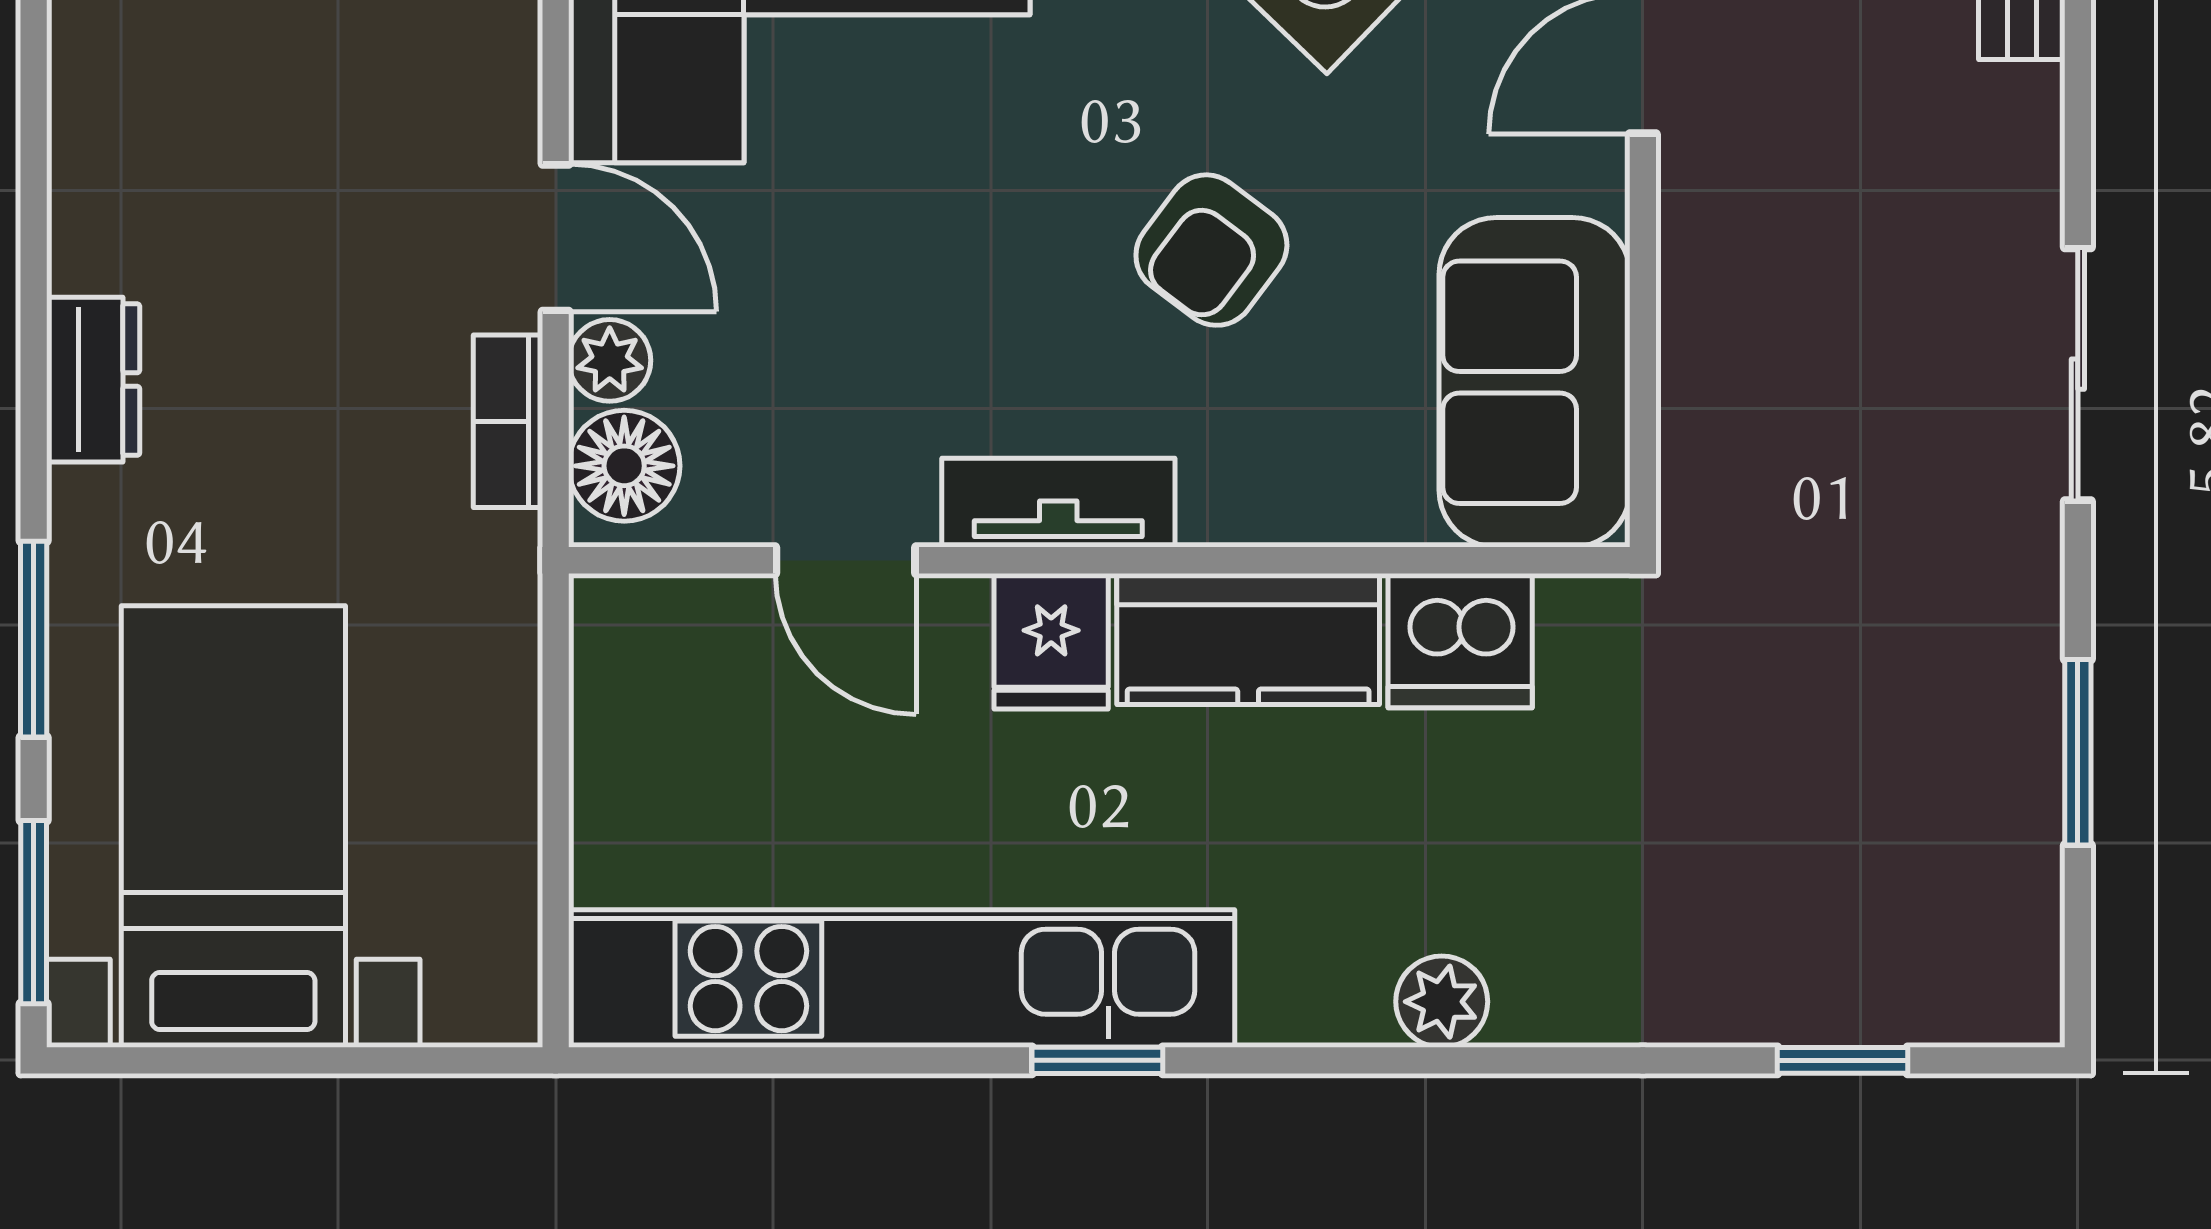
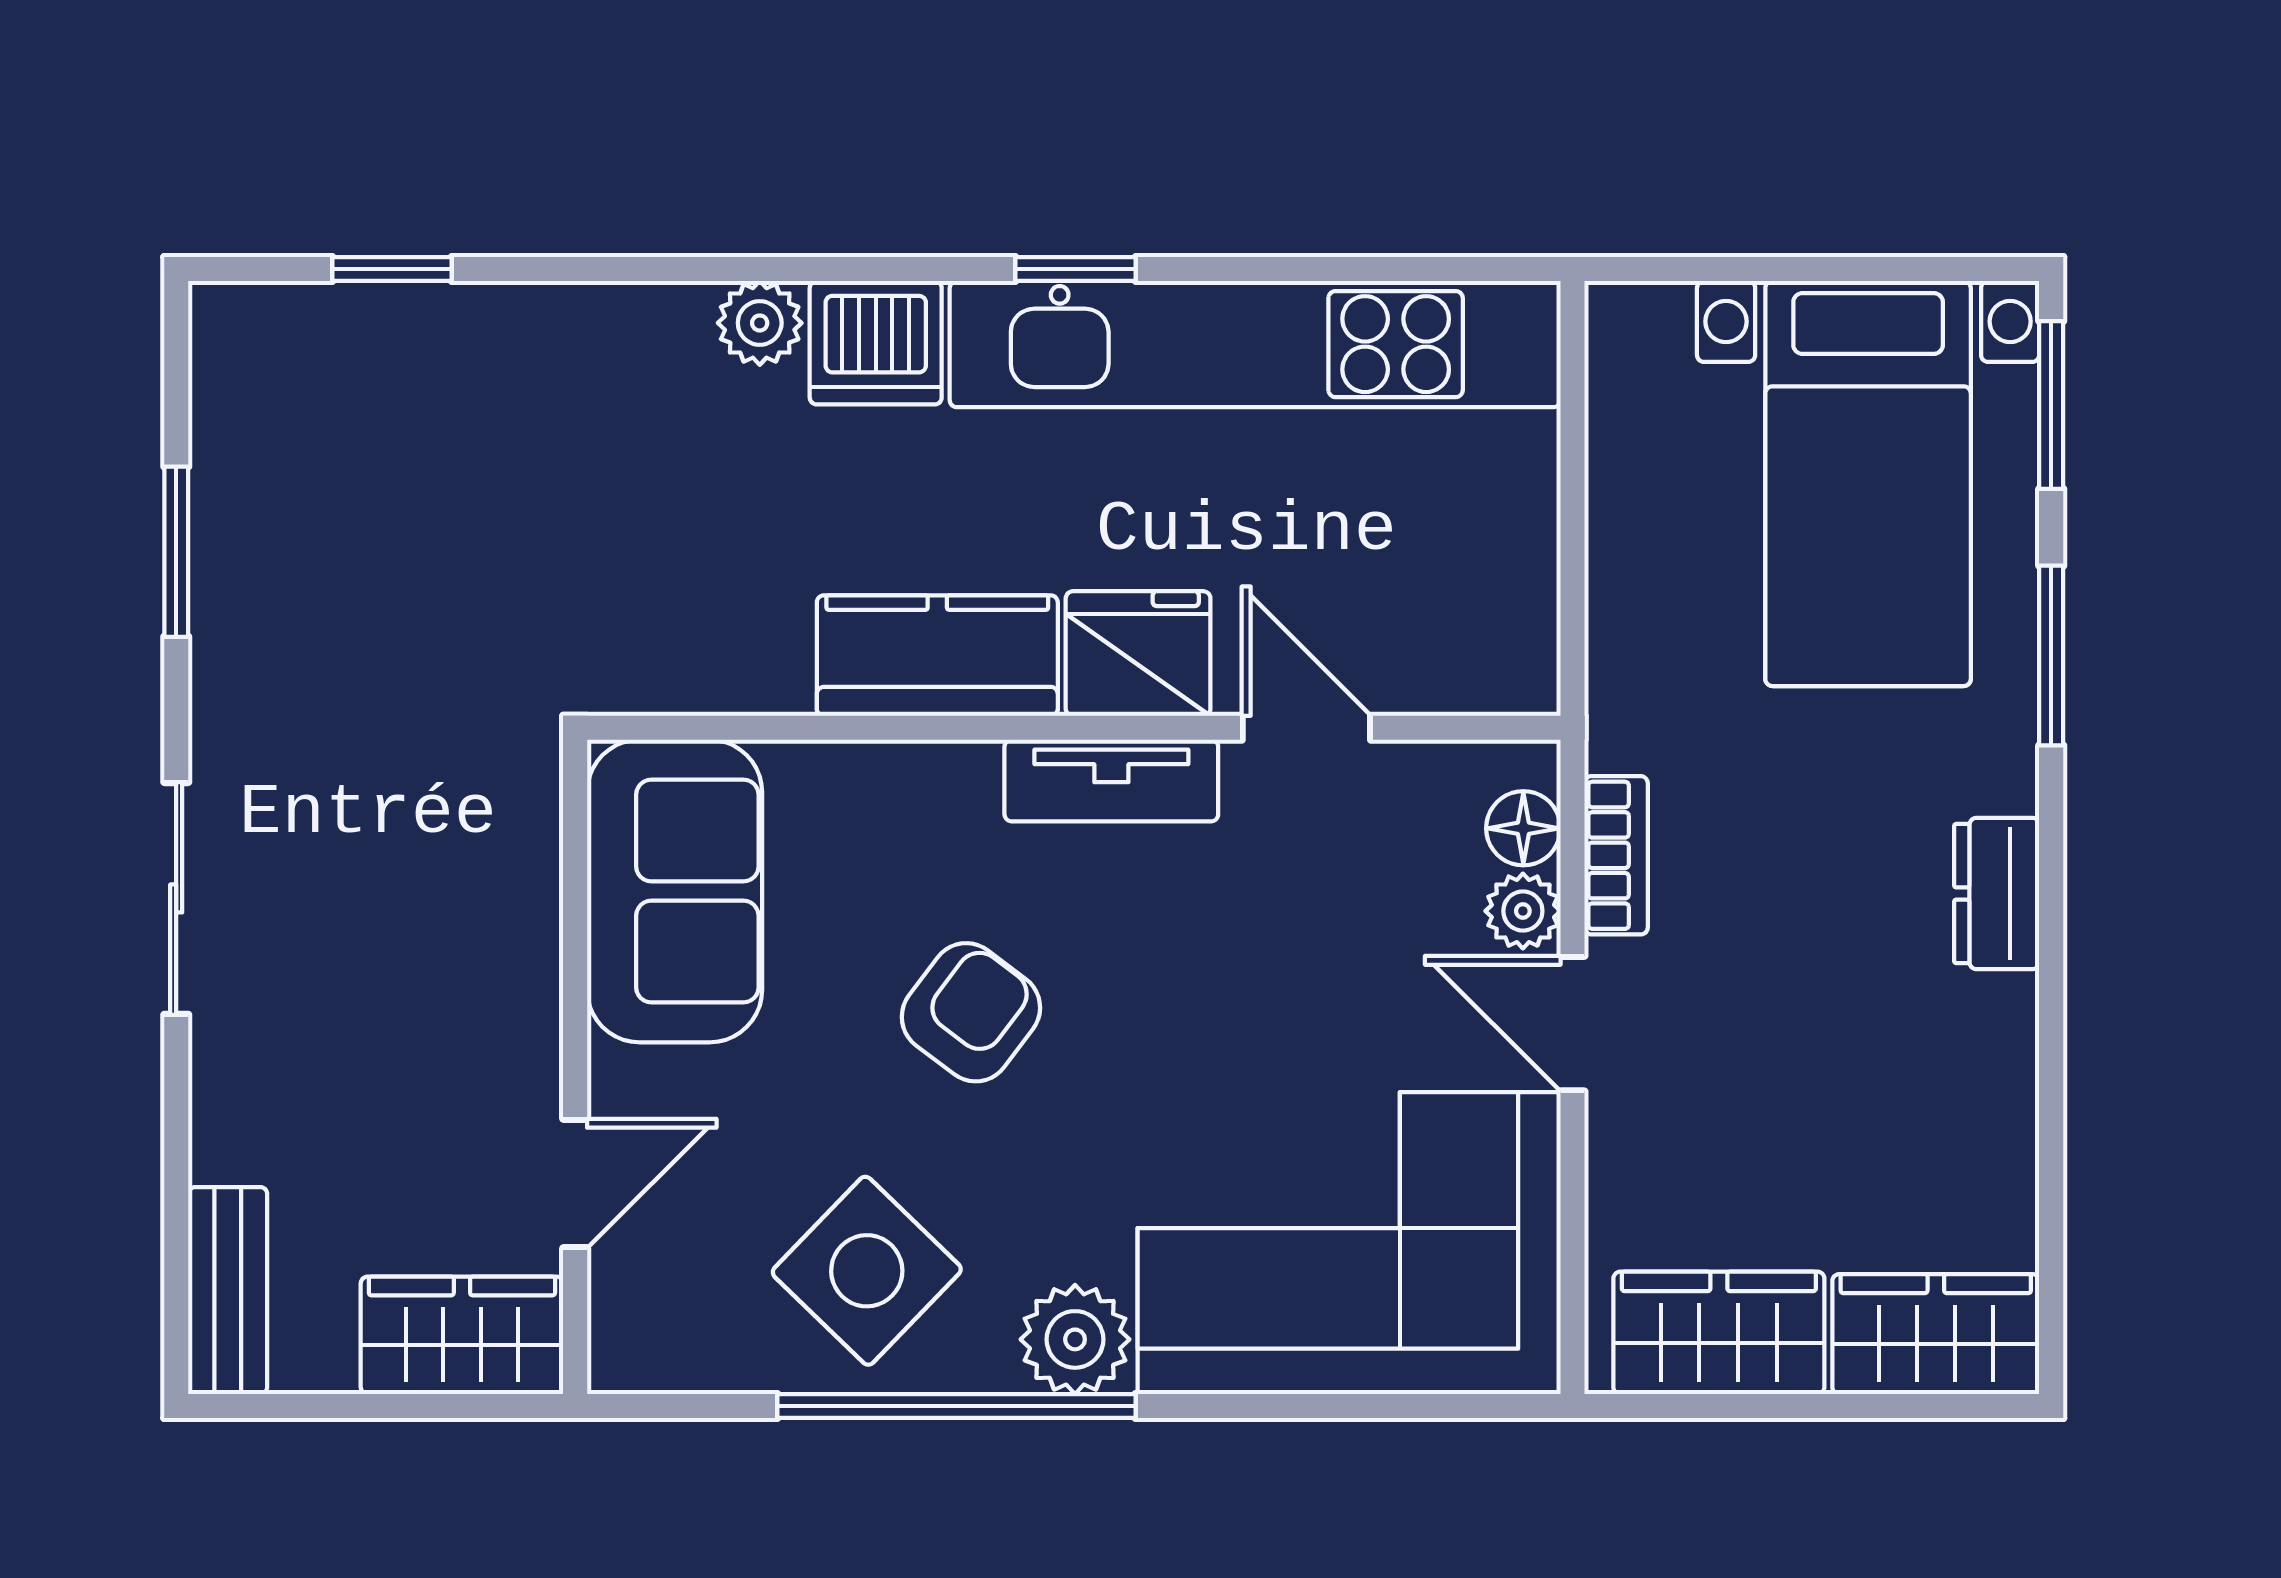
floor lamp: (624, 466) -> (1523, 828), width x0.73, depth x0.73
fridge: (1051, 641) -> (1138, 654), width x1.38
dishwasher: (1460, 641) -> (876, 343), moved, turned 180

